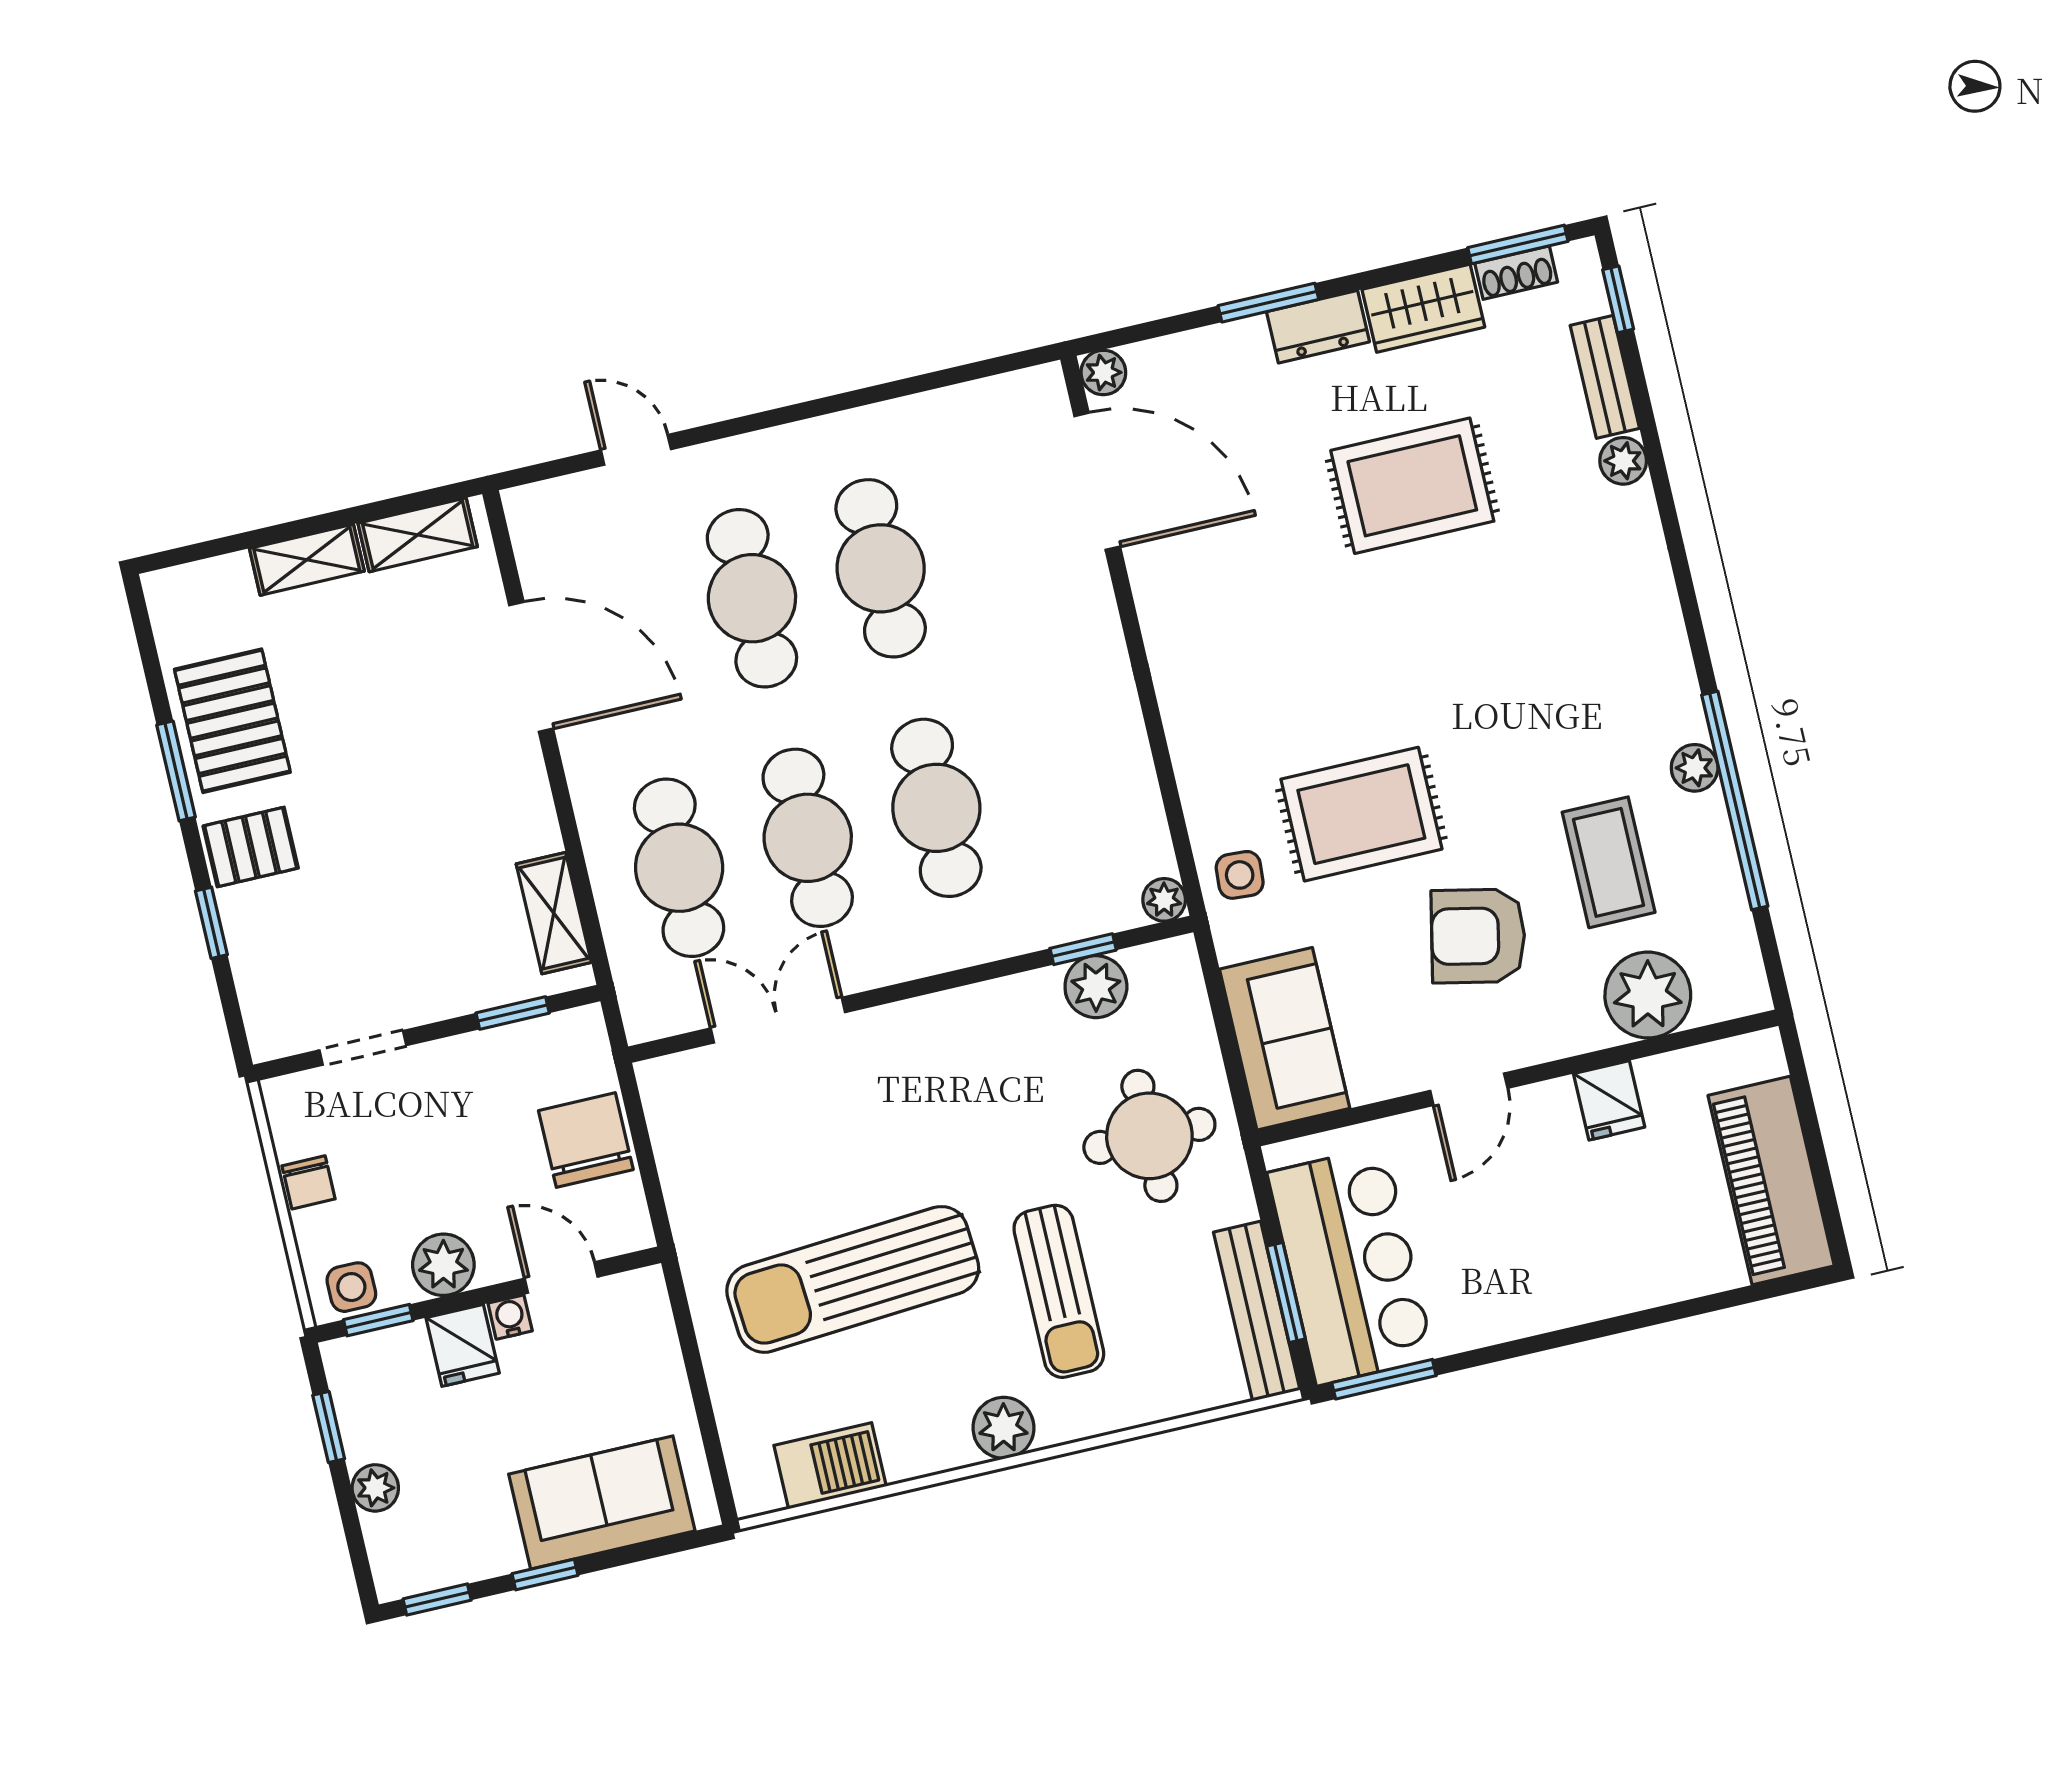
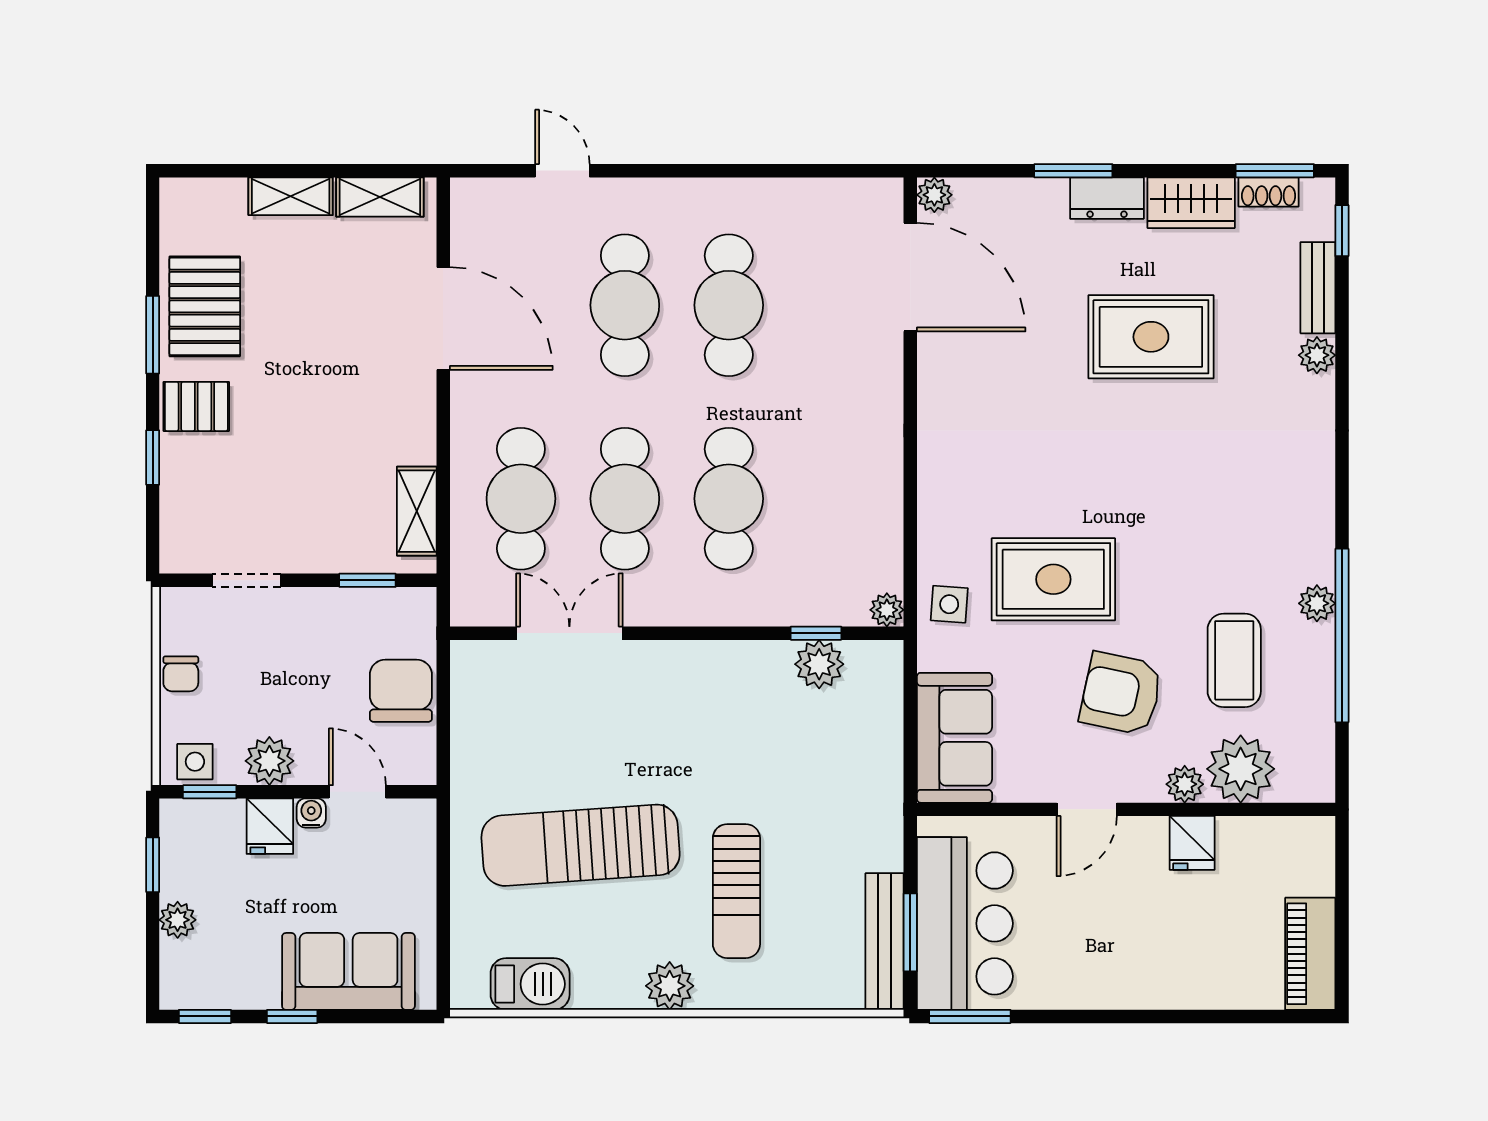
plant: (1583, 1030) -> (1185, 784), added
round table: (1149, 1136) -> (834, 788), removed
piano: (1771, 1181) -> (1310, 954), width x0.73, depth x0.75

